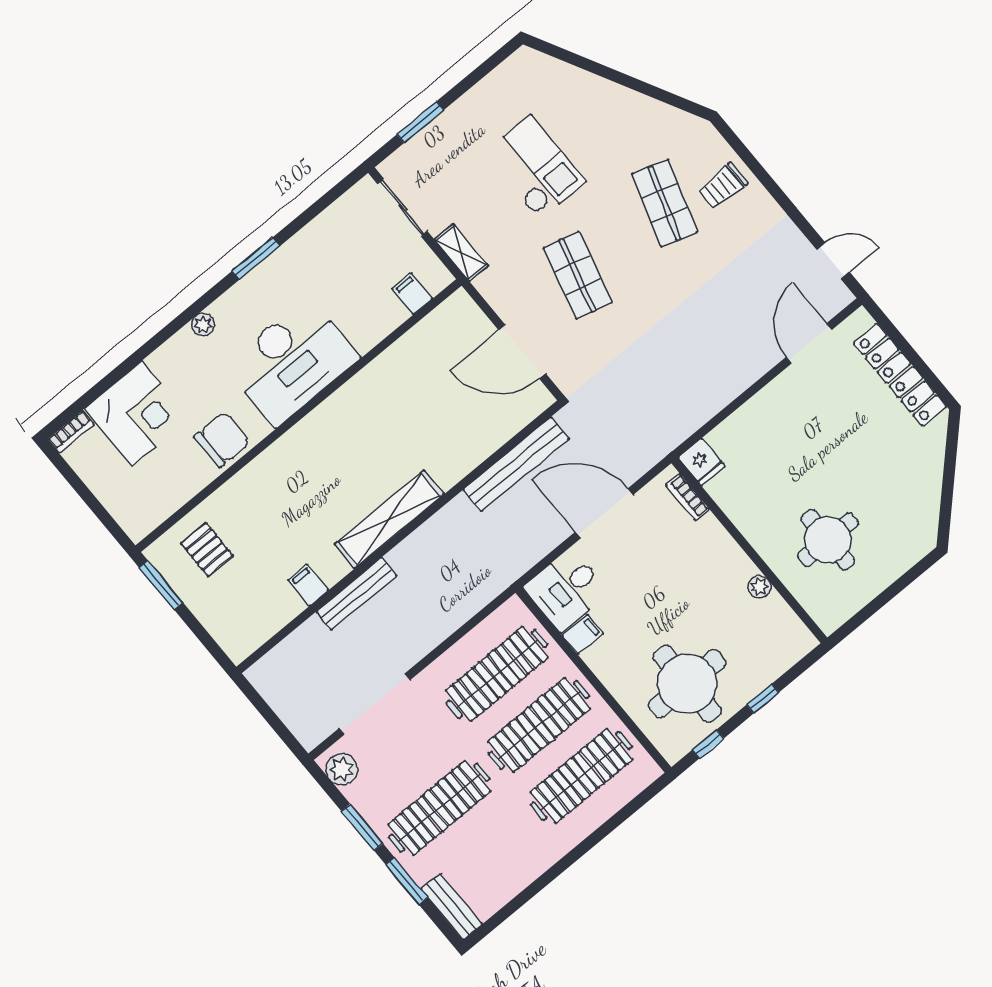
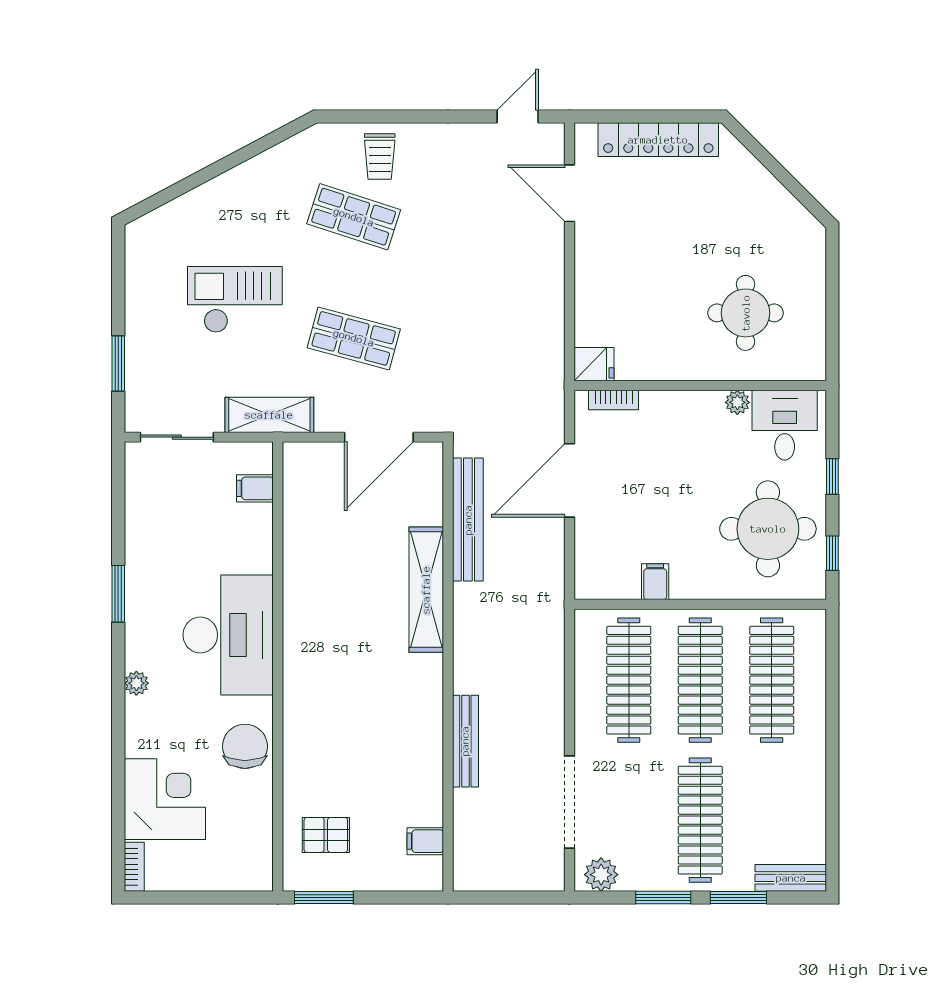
shelving: (461, 253) -> (269, 415), width x1.50, depth x1.33
shelving: (389, 519) -> (426, 590), moved
filing cabinet: (308, 585) -> (425, 841), moved
desk: (566, 590) -> (785, 425), moved, turned 180

